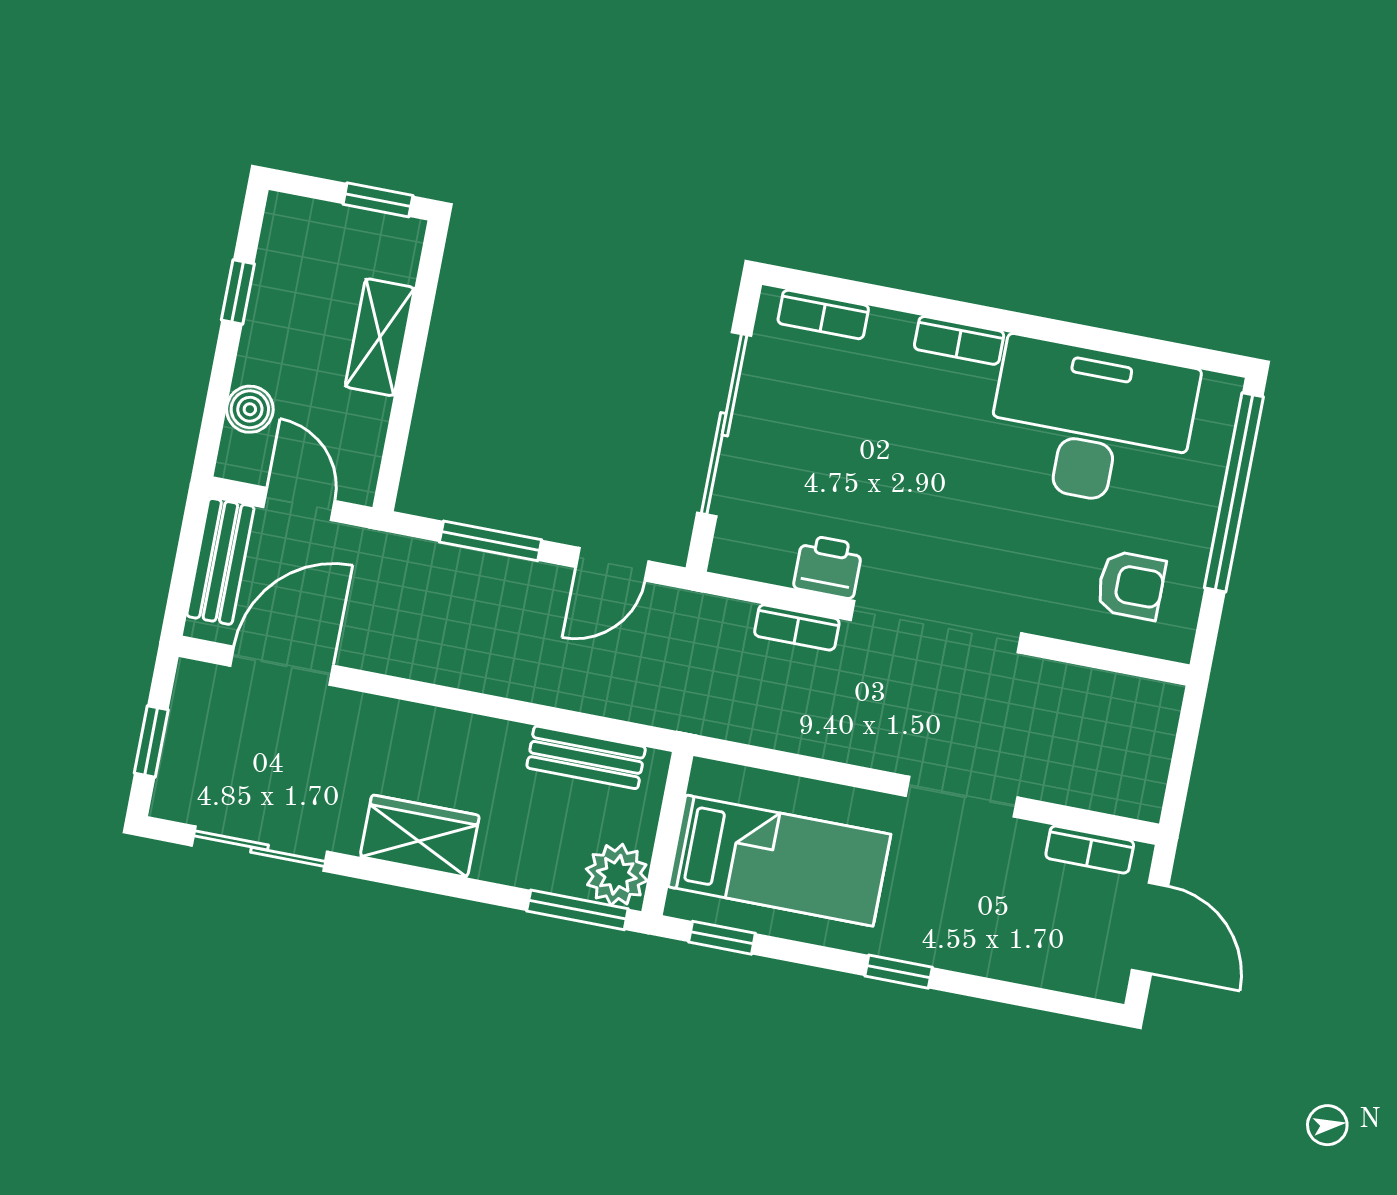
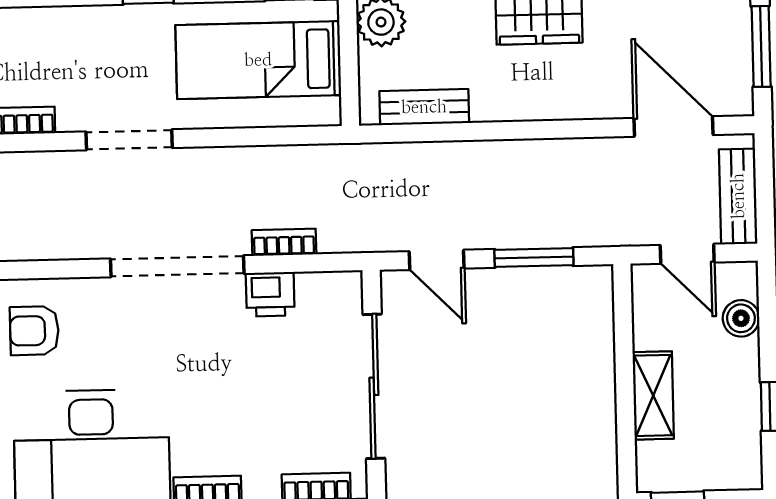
door: (612, 564) -> (437, 260), swing flipped
door: (282, 666) -> (673, 126), swing flipped
window: (151, 741) -> (761, 46), width x1.50

